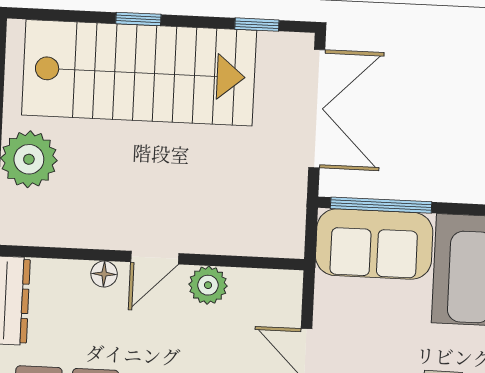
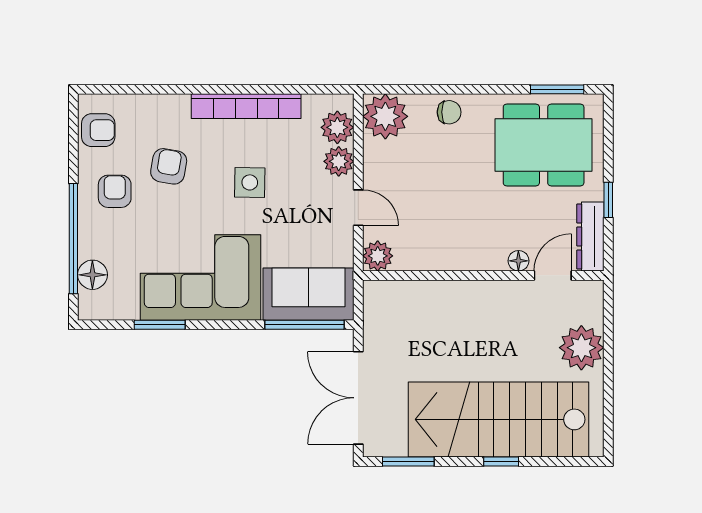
window: (257, 25) -> (408, 461), width x1.50
door: (155, 258) -> (553, 275), moved
plant: (208, 285) -> (378, 256), moved

